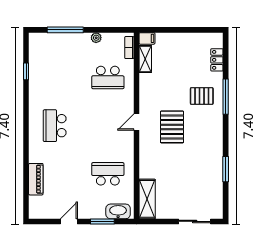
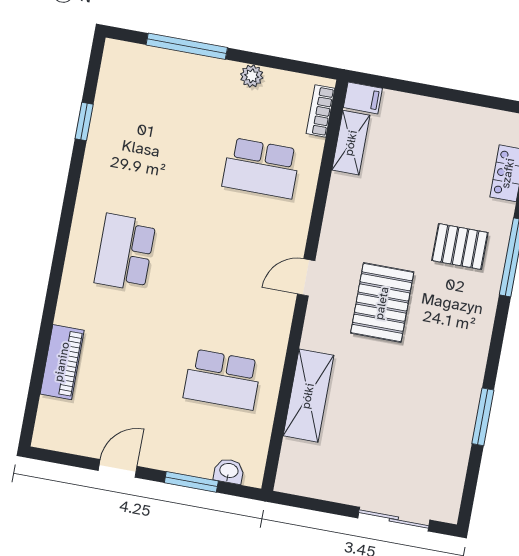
school desk: (108, 174) -> (222, 379), turned 180
shelving: (147, 199) -> (308, 396), moved
washbasin: (118, 211) -> (229, 471), width x0.52, depth x0.69

